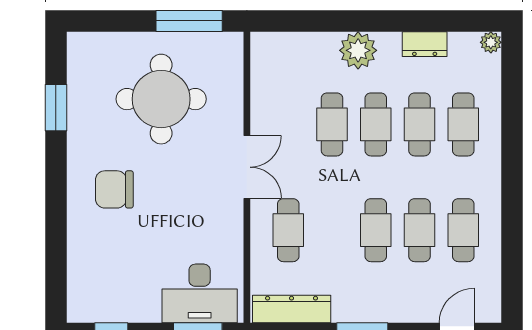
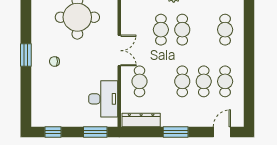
window: (56, 108) -> (26, 55), moved
cafe table: (419, 124) -> (204, 30), removed
chair: (114, 189) -> (54, 61), width x0.54, depth x0.54
desk: (200, 293) -> (103, 99), moved, turned -90

